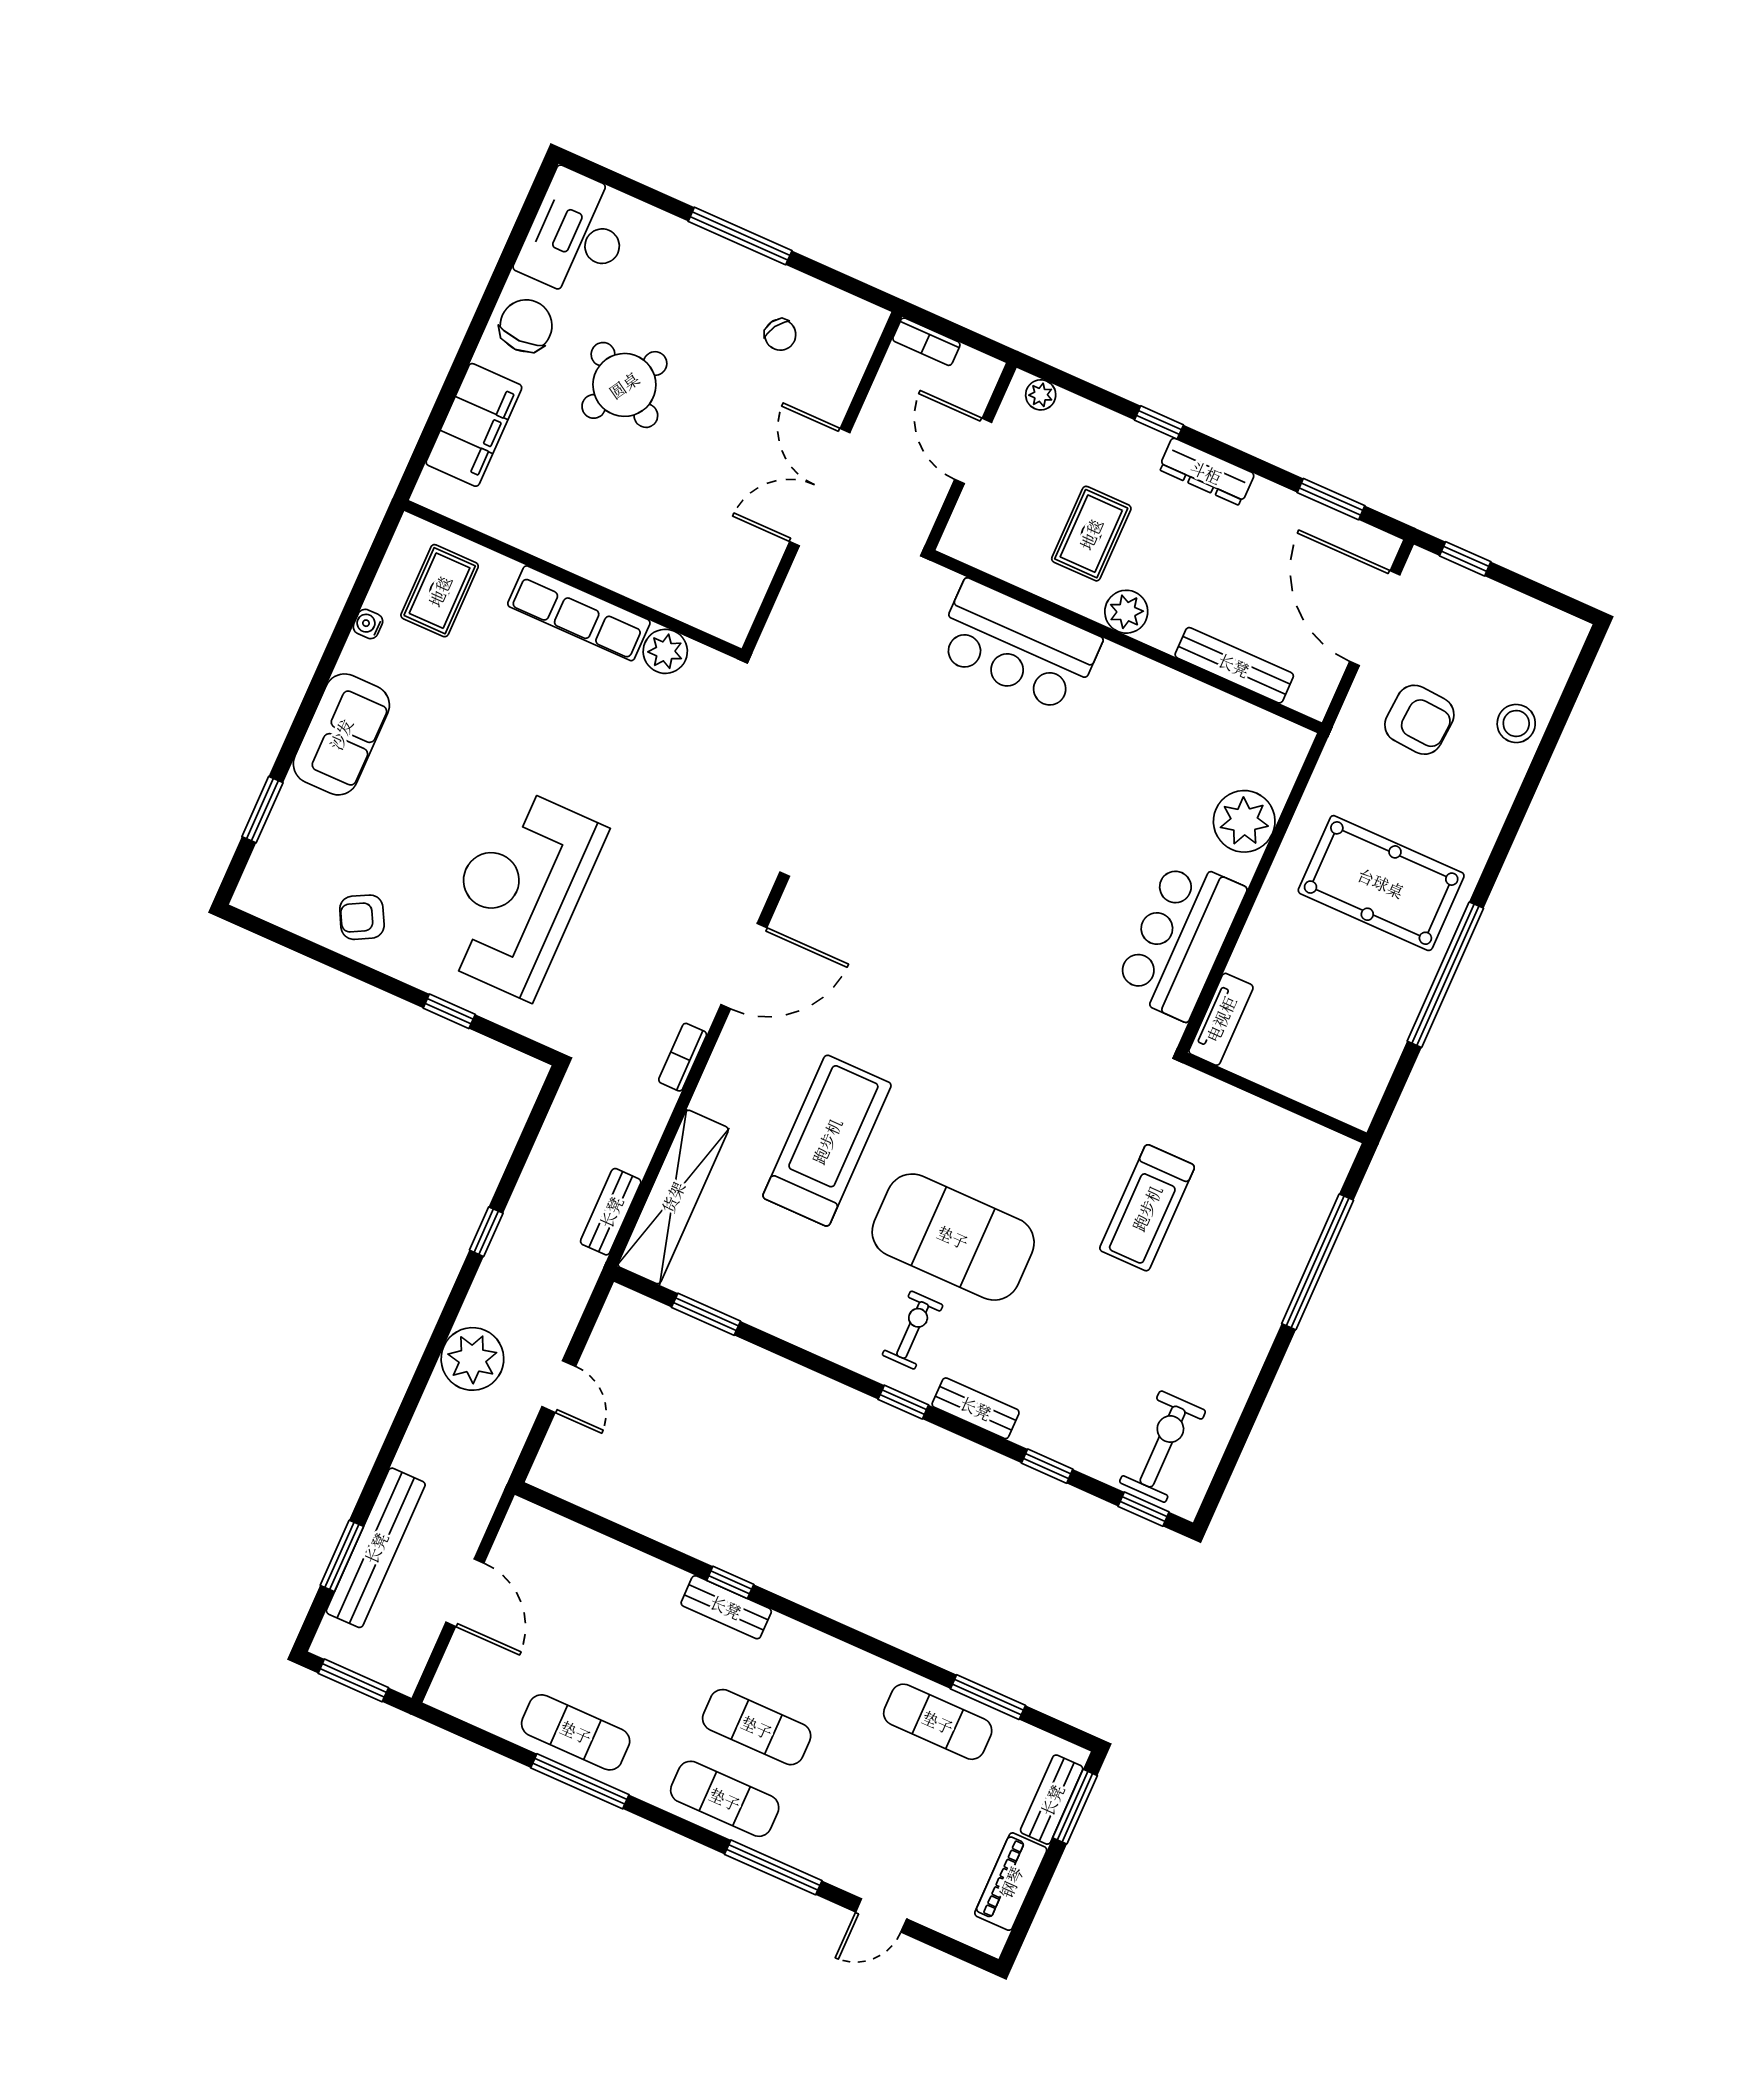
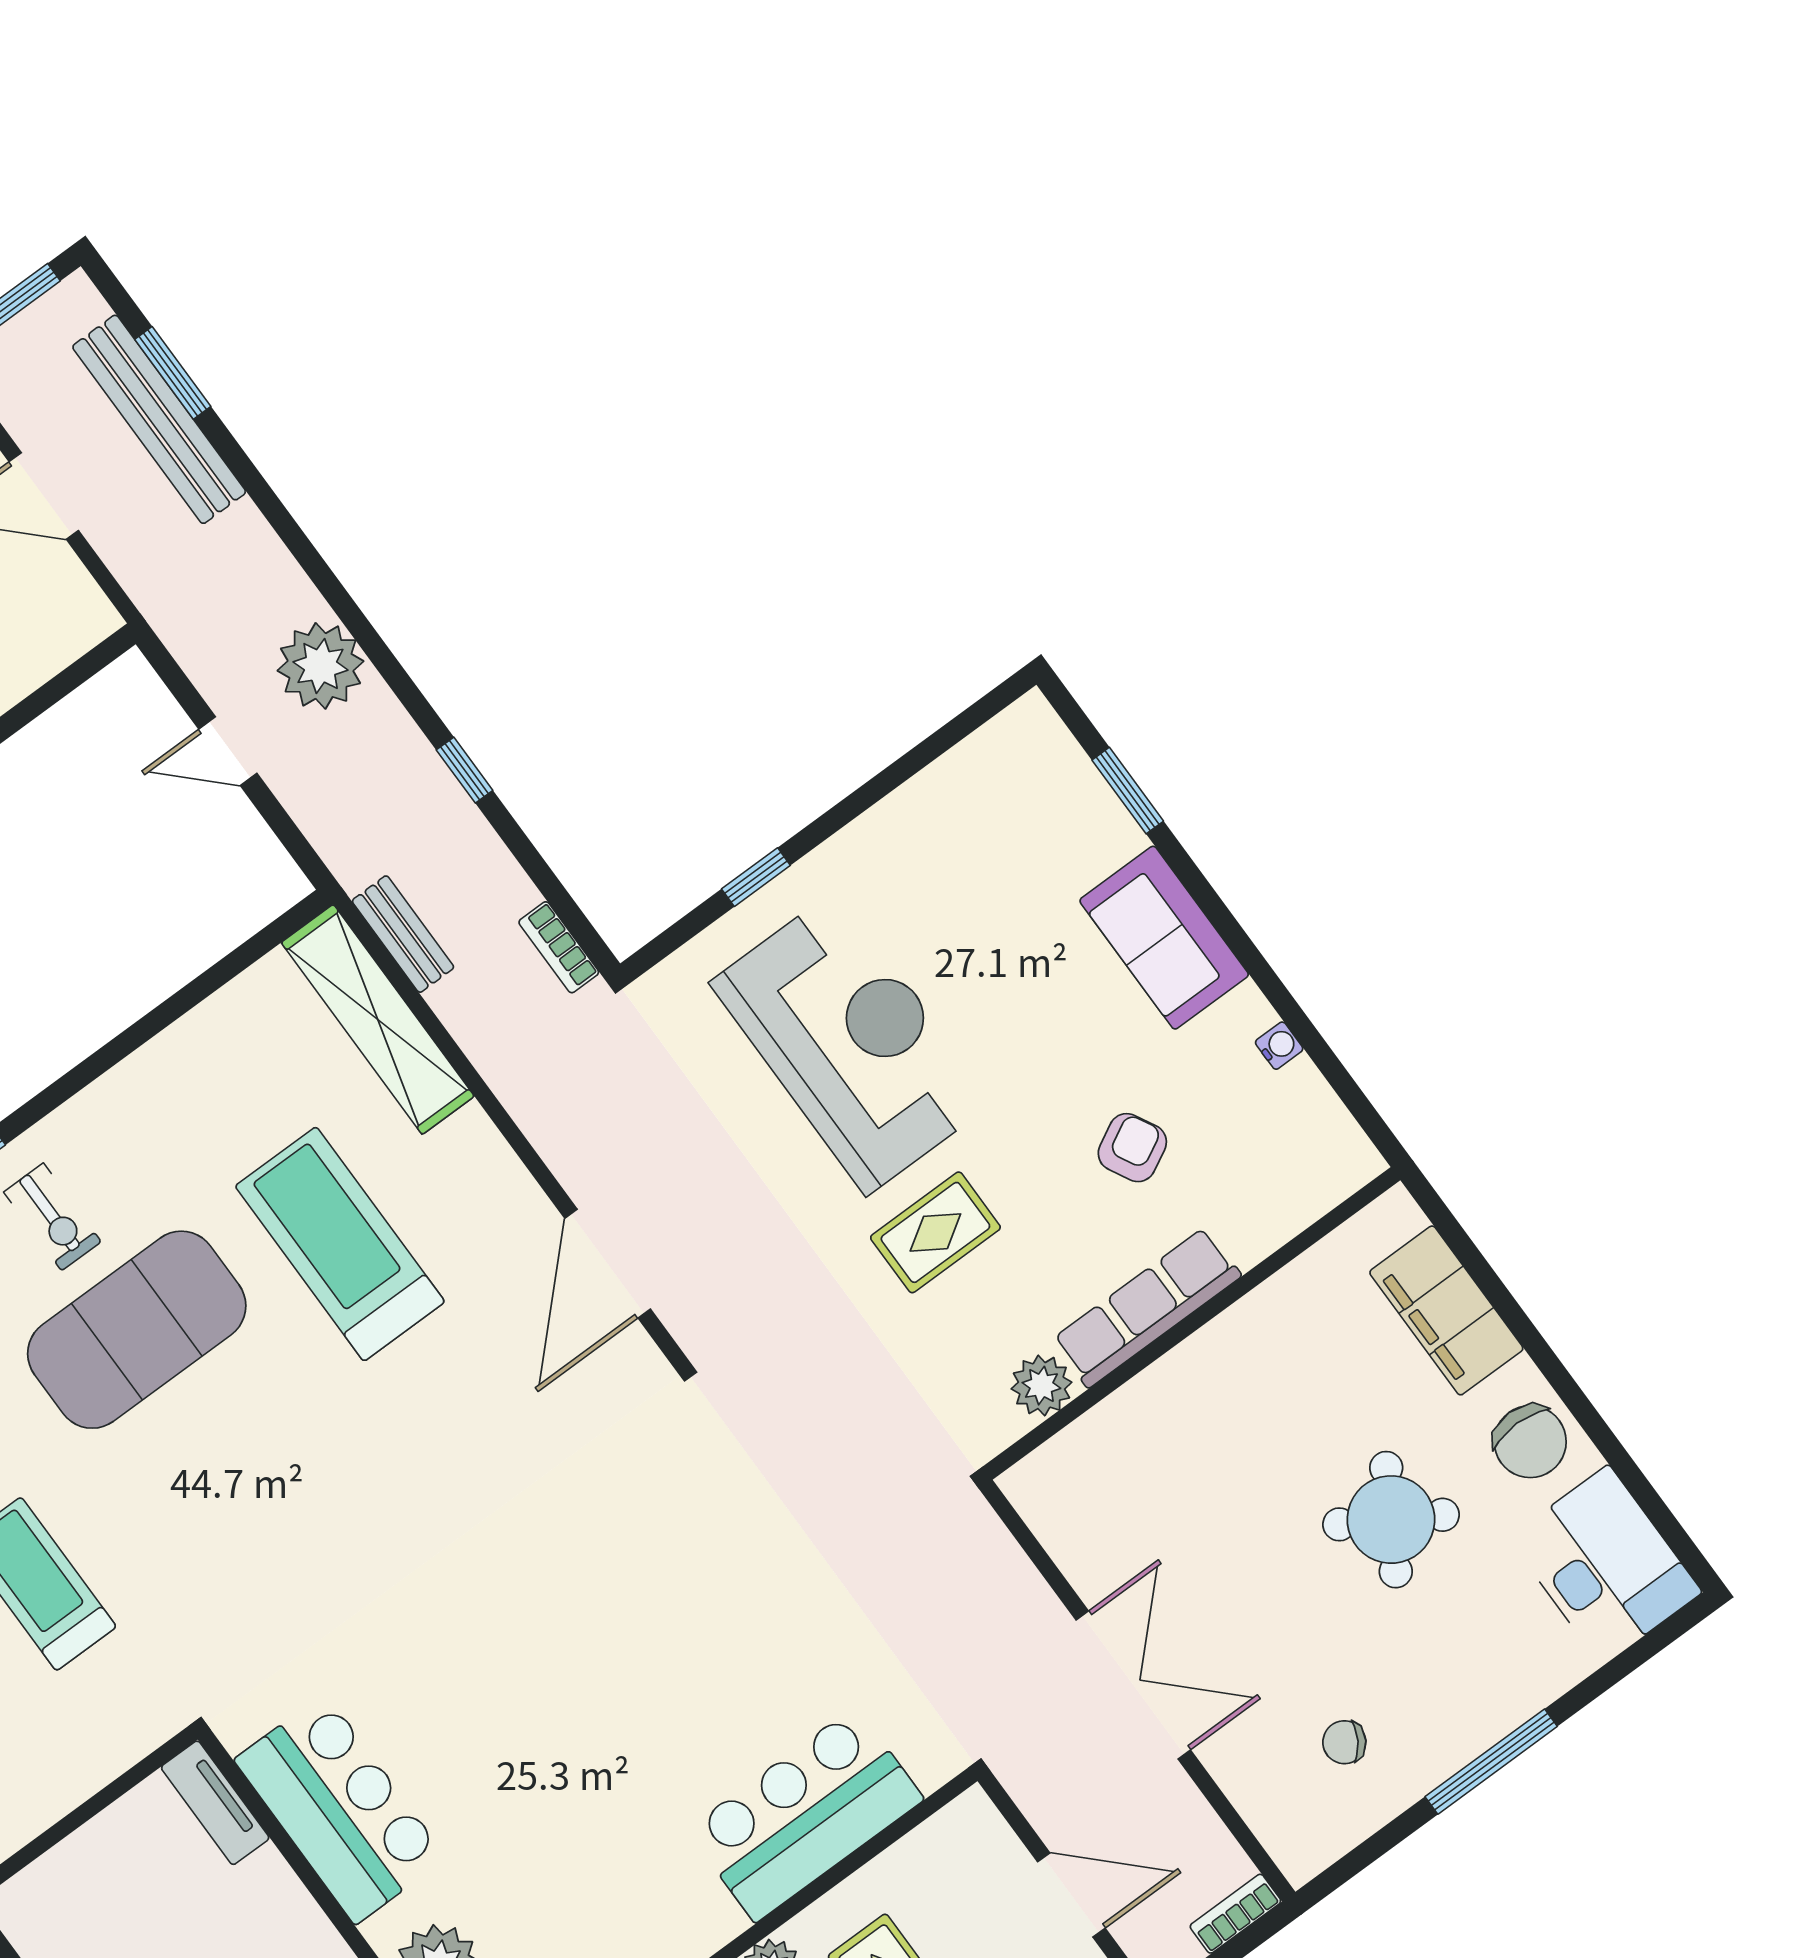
rug: (440, 591) -> (935, 1232), moved, turned 90
armchair: (362, 917) -> (1132, 1148), moved
bookcase: (683, 1057) -> (559, 947), moved, turned 180
treadmill: (827, 1141) -> (340, 1244), turned 180
window: (706, 1314) -> (214, 978), removed

